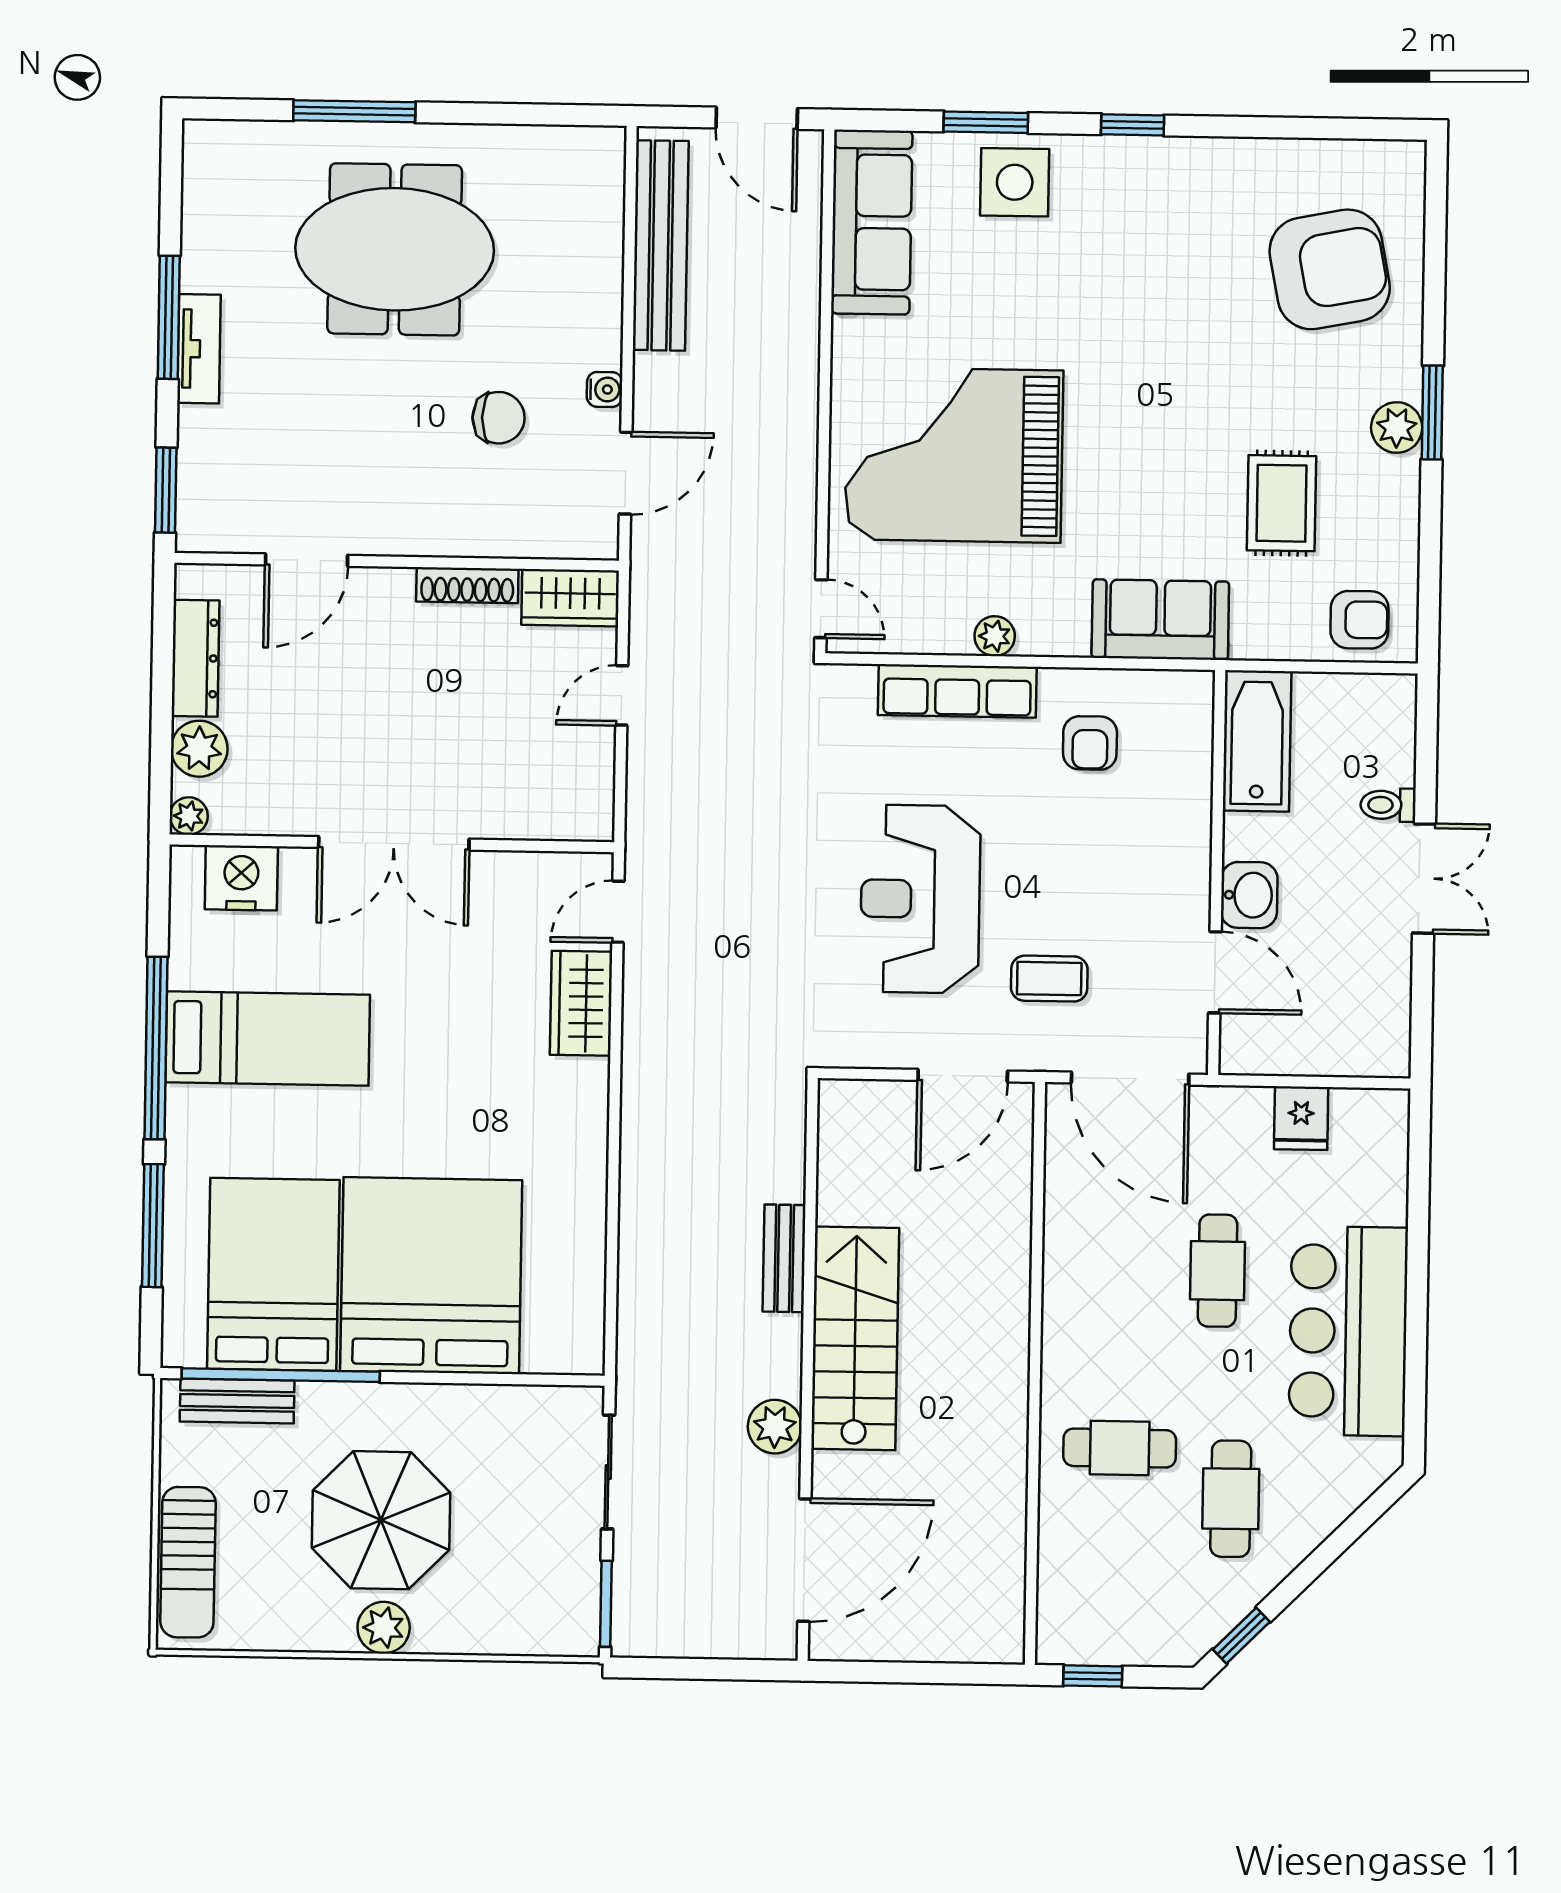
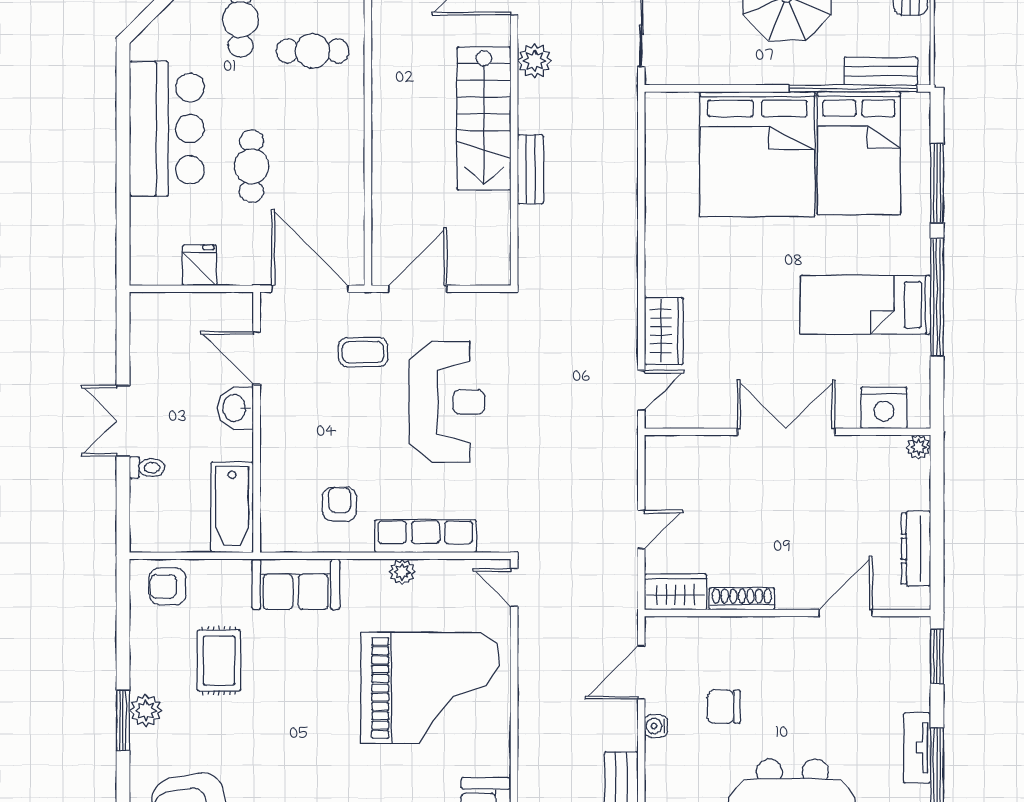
plant: (199, 749) -> (912, 490), removed

